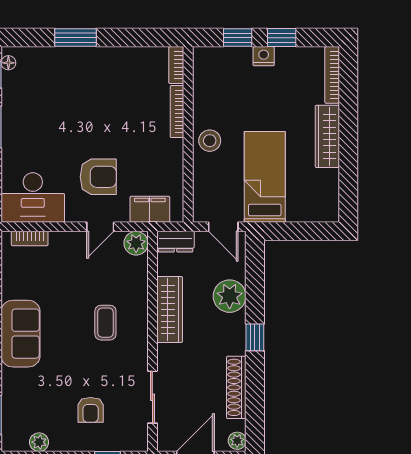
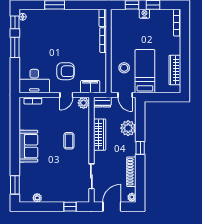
wardrobe: (327, 136) -> (175, 70), moved
stool: (210, 141) -> (124, 68), moved
armchair: (91, 410) -> (62, 182), removed

